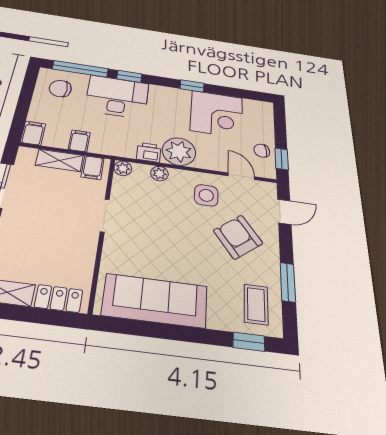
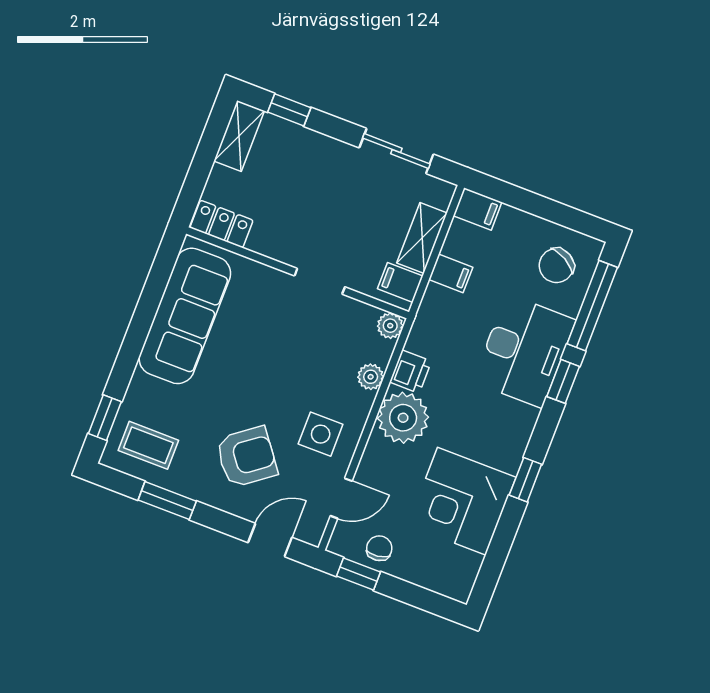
chair: (60, 88) -> (556, 266), turned -151
door: (284, 212) -> (270, 540), swing flipped
locker: (59, 299) -> (221, 224), moved, turned -90

